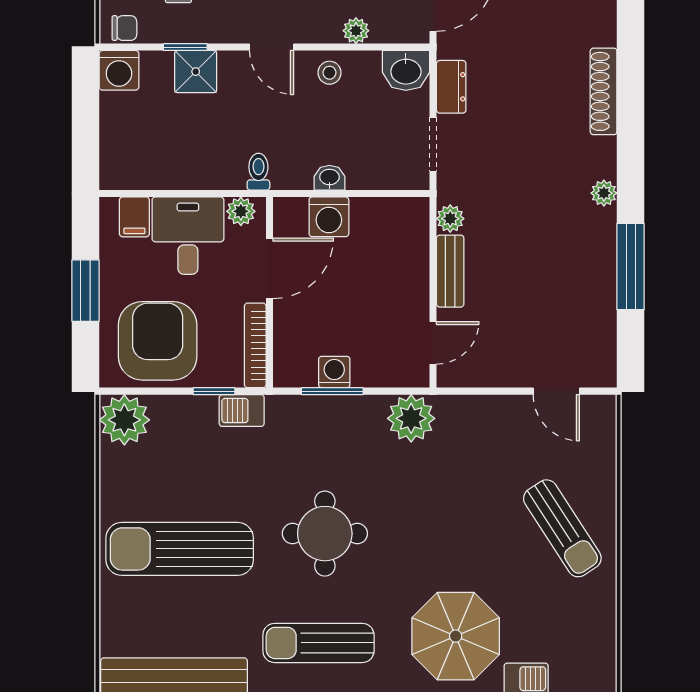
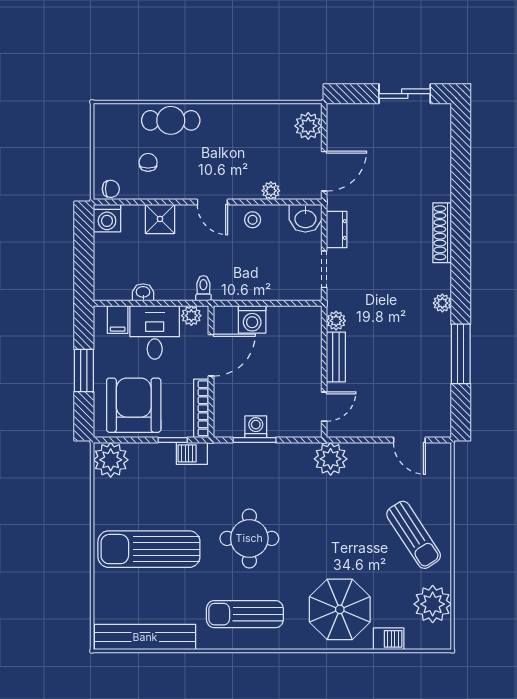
window: (185, 47) -> (153, 202), removed
washbasin: (329, 178) -> (143, 292), moved
plant: (411, 418) -> (331, 459), moved
plant: (590, 628) -> (433, 604), added

